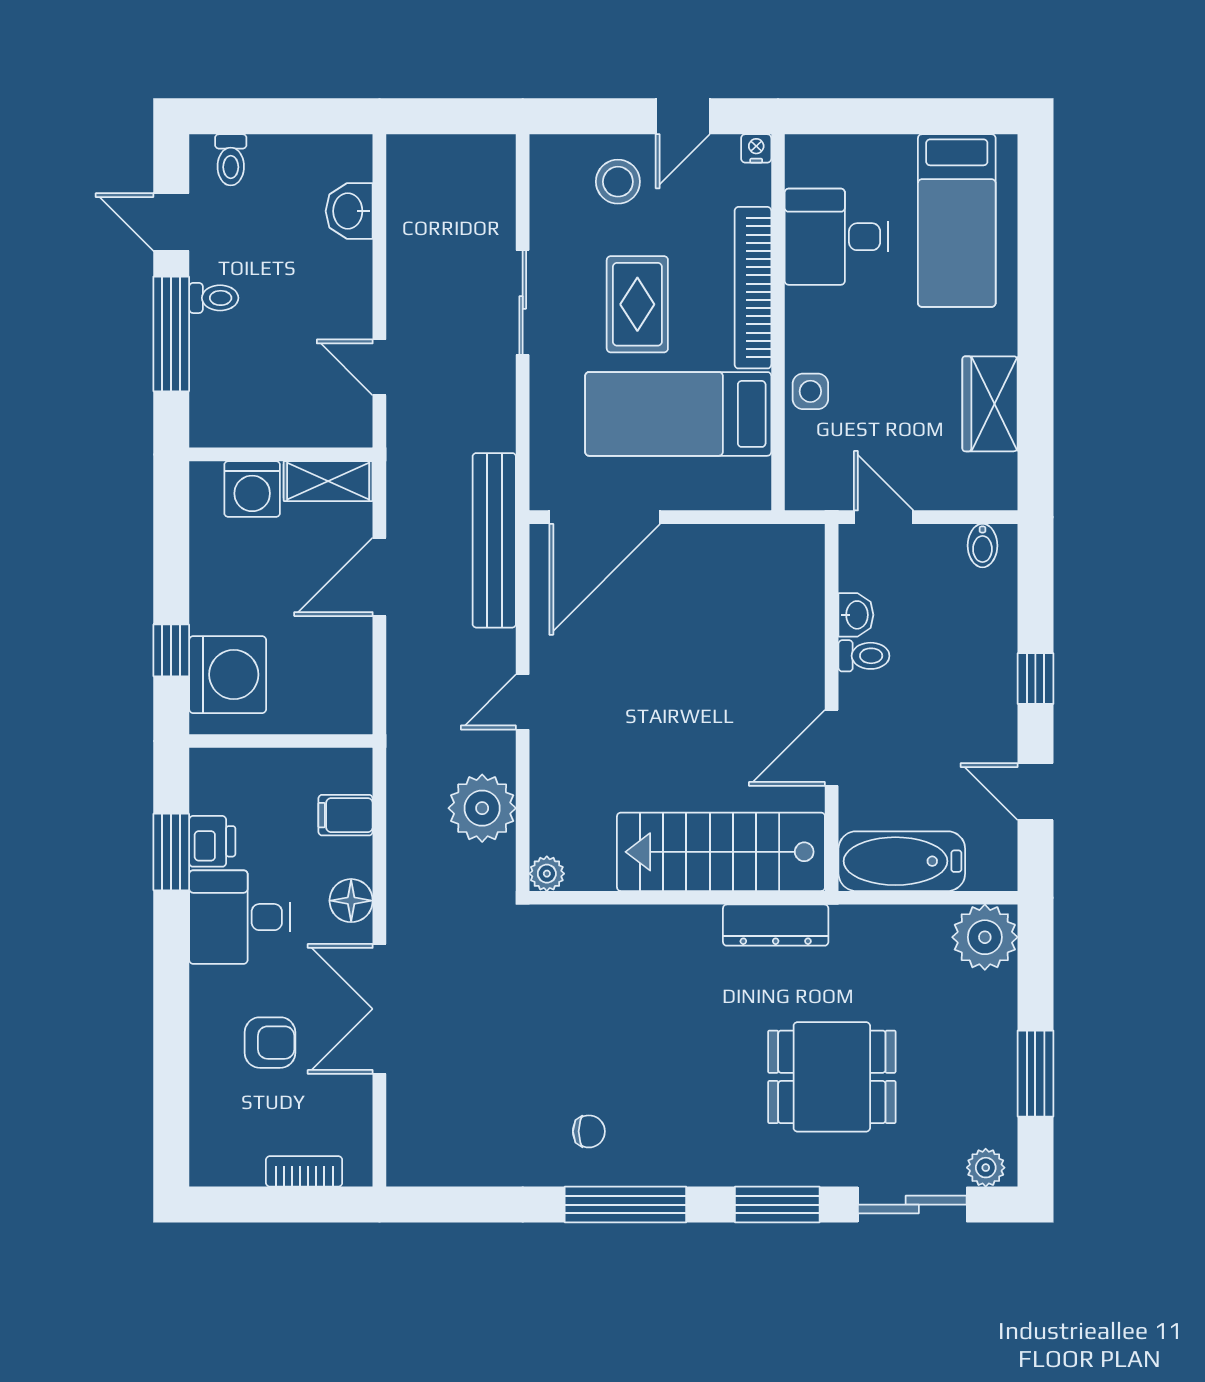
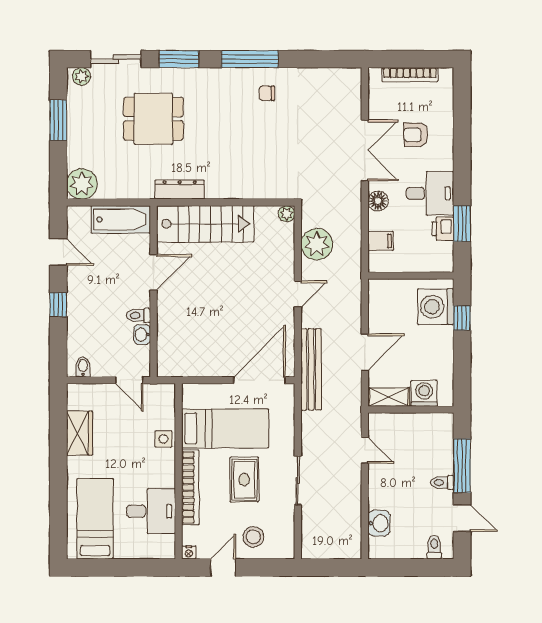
bookcase: (304, 1171) -> (410, 75), width x1.56

